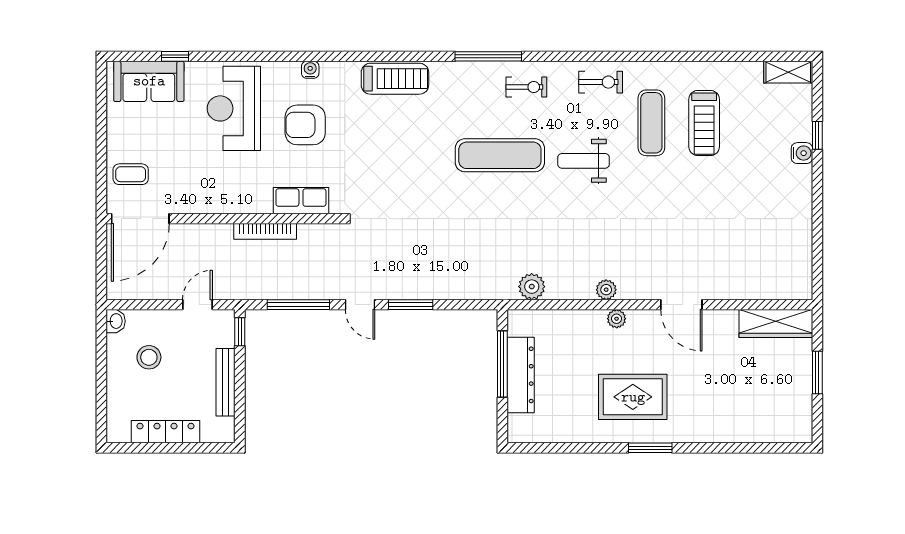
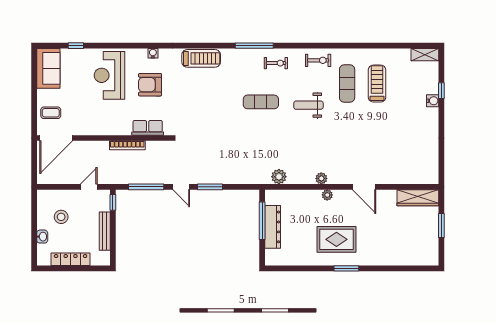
sofa: (149, 81) -> (48, 68), moved, turned -90
treadmill: (704, 123) -> (377, 84), turned 180
exercise mat: (500, 155) -> (261, 102), width x0.73, depth x0.69
washbasin: (116, 321) -> (42, 237), moved

